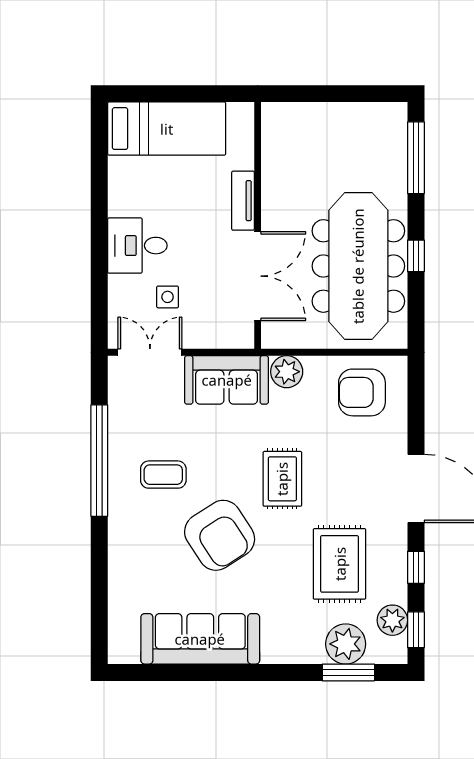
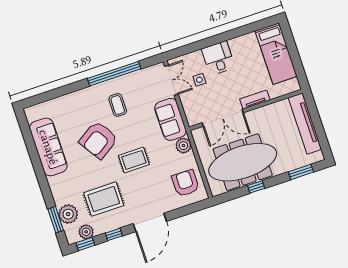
tv unit: (323, 118) -> (305, 123), added
window: (416, 158) -> (301, 172), width x0.69

